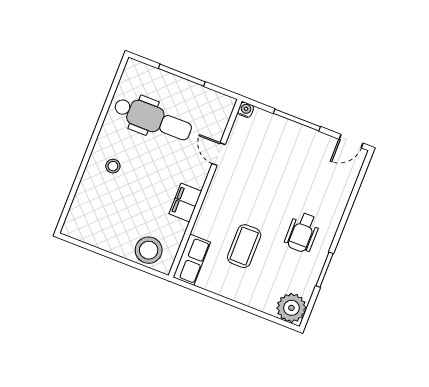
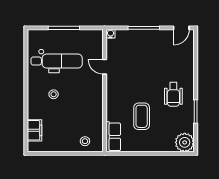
stool: (113, 166) -> (54, 94), moved
filing cabinet: (185, 203) -> (34, 130), moved, turned 180
stool: (149, 250) -> (85, 141), width x0.53, depth x0.53

